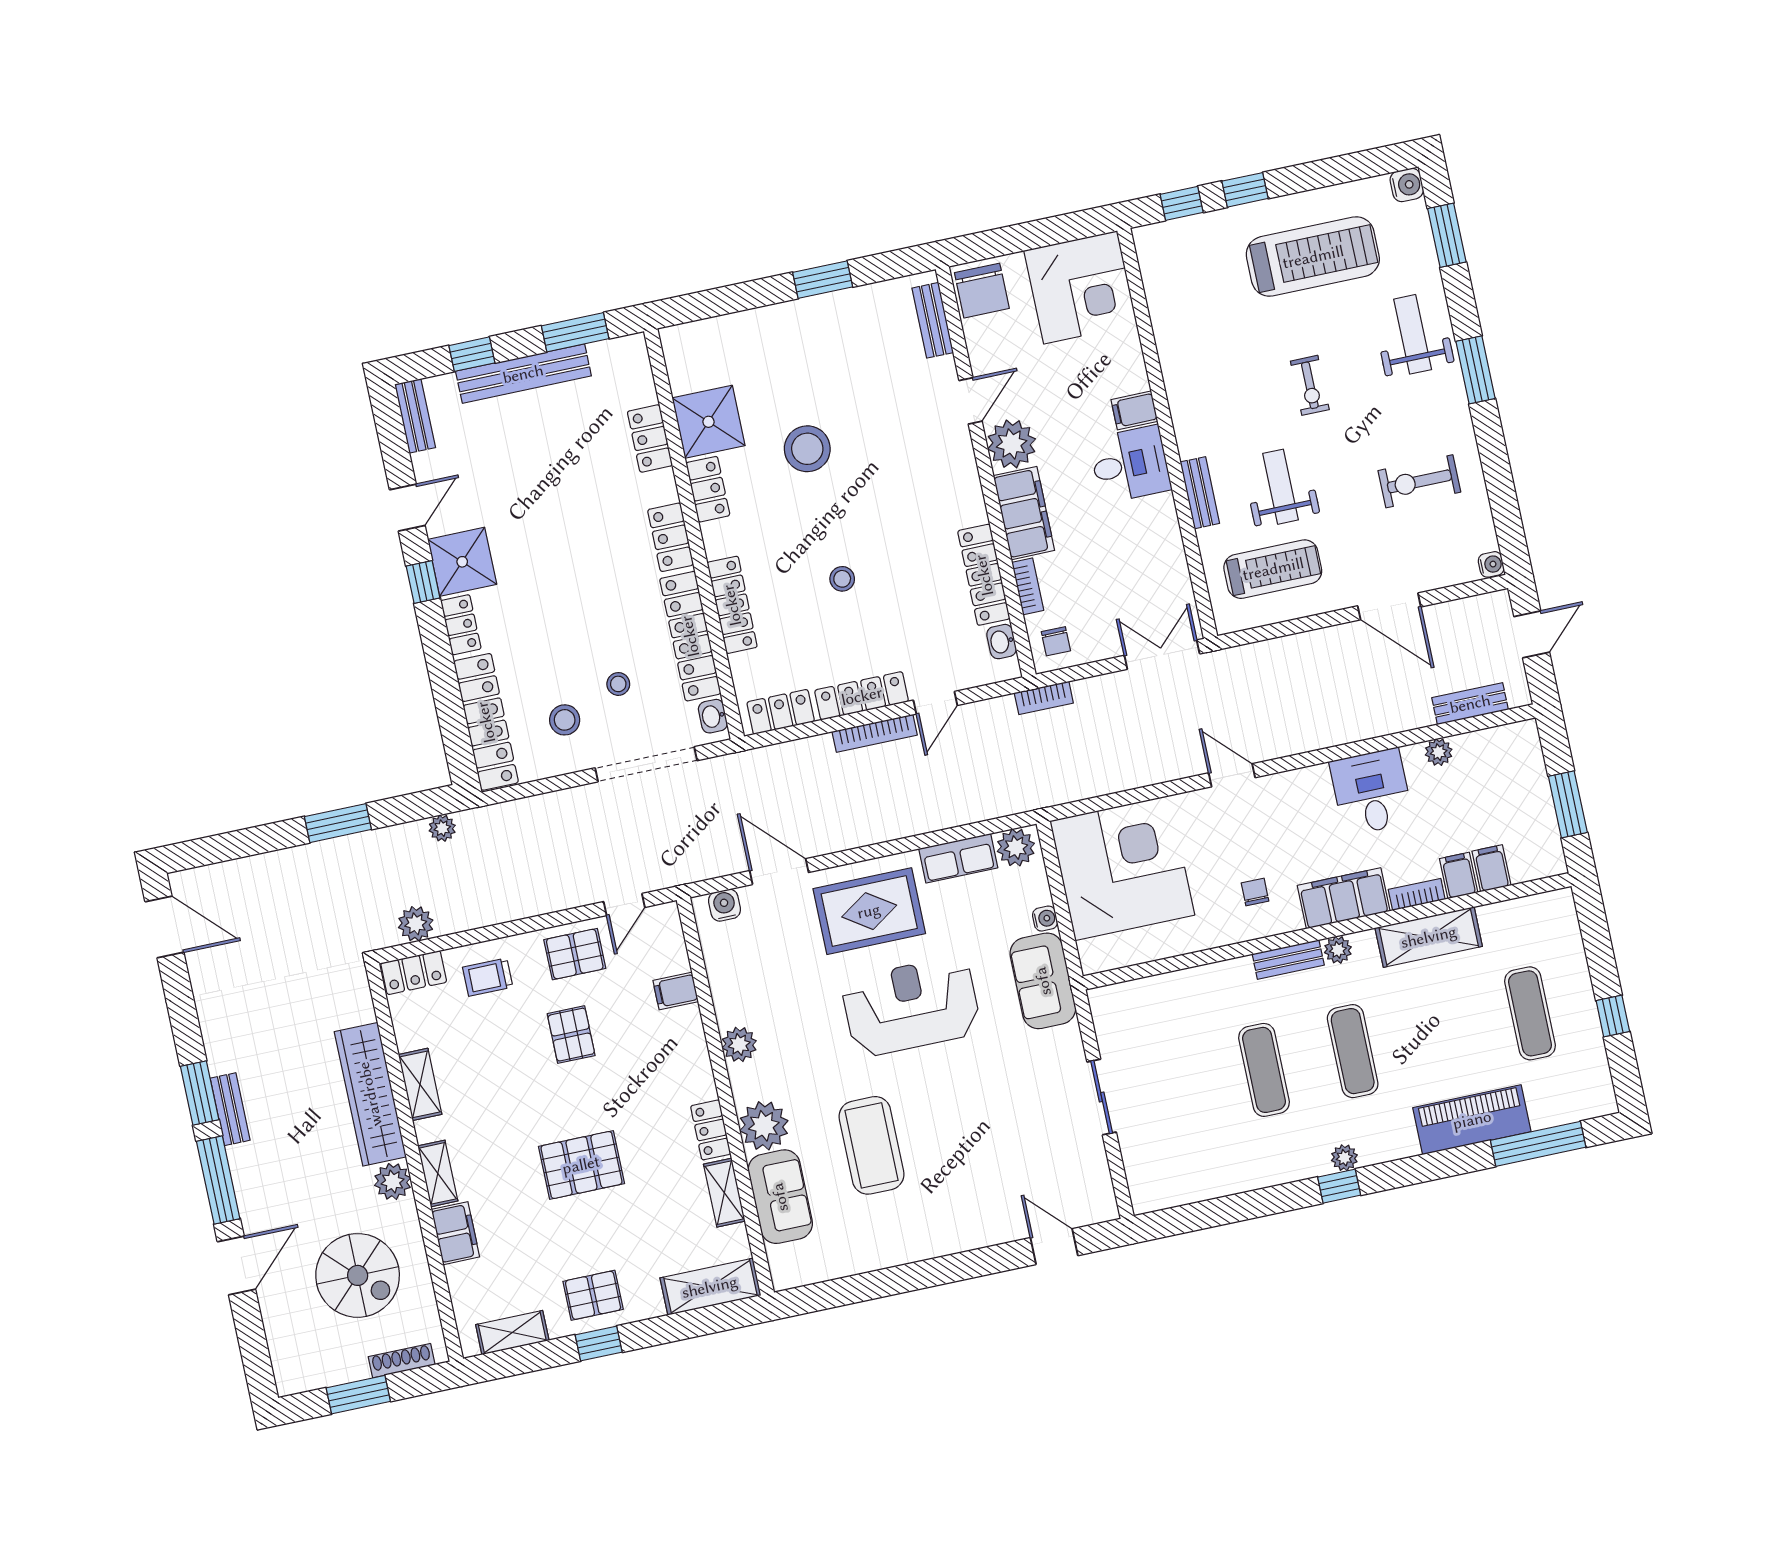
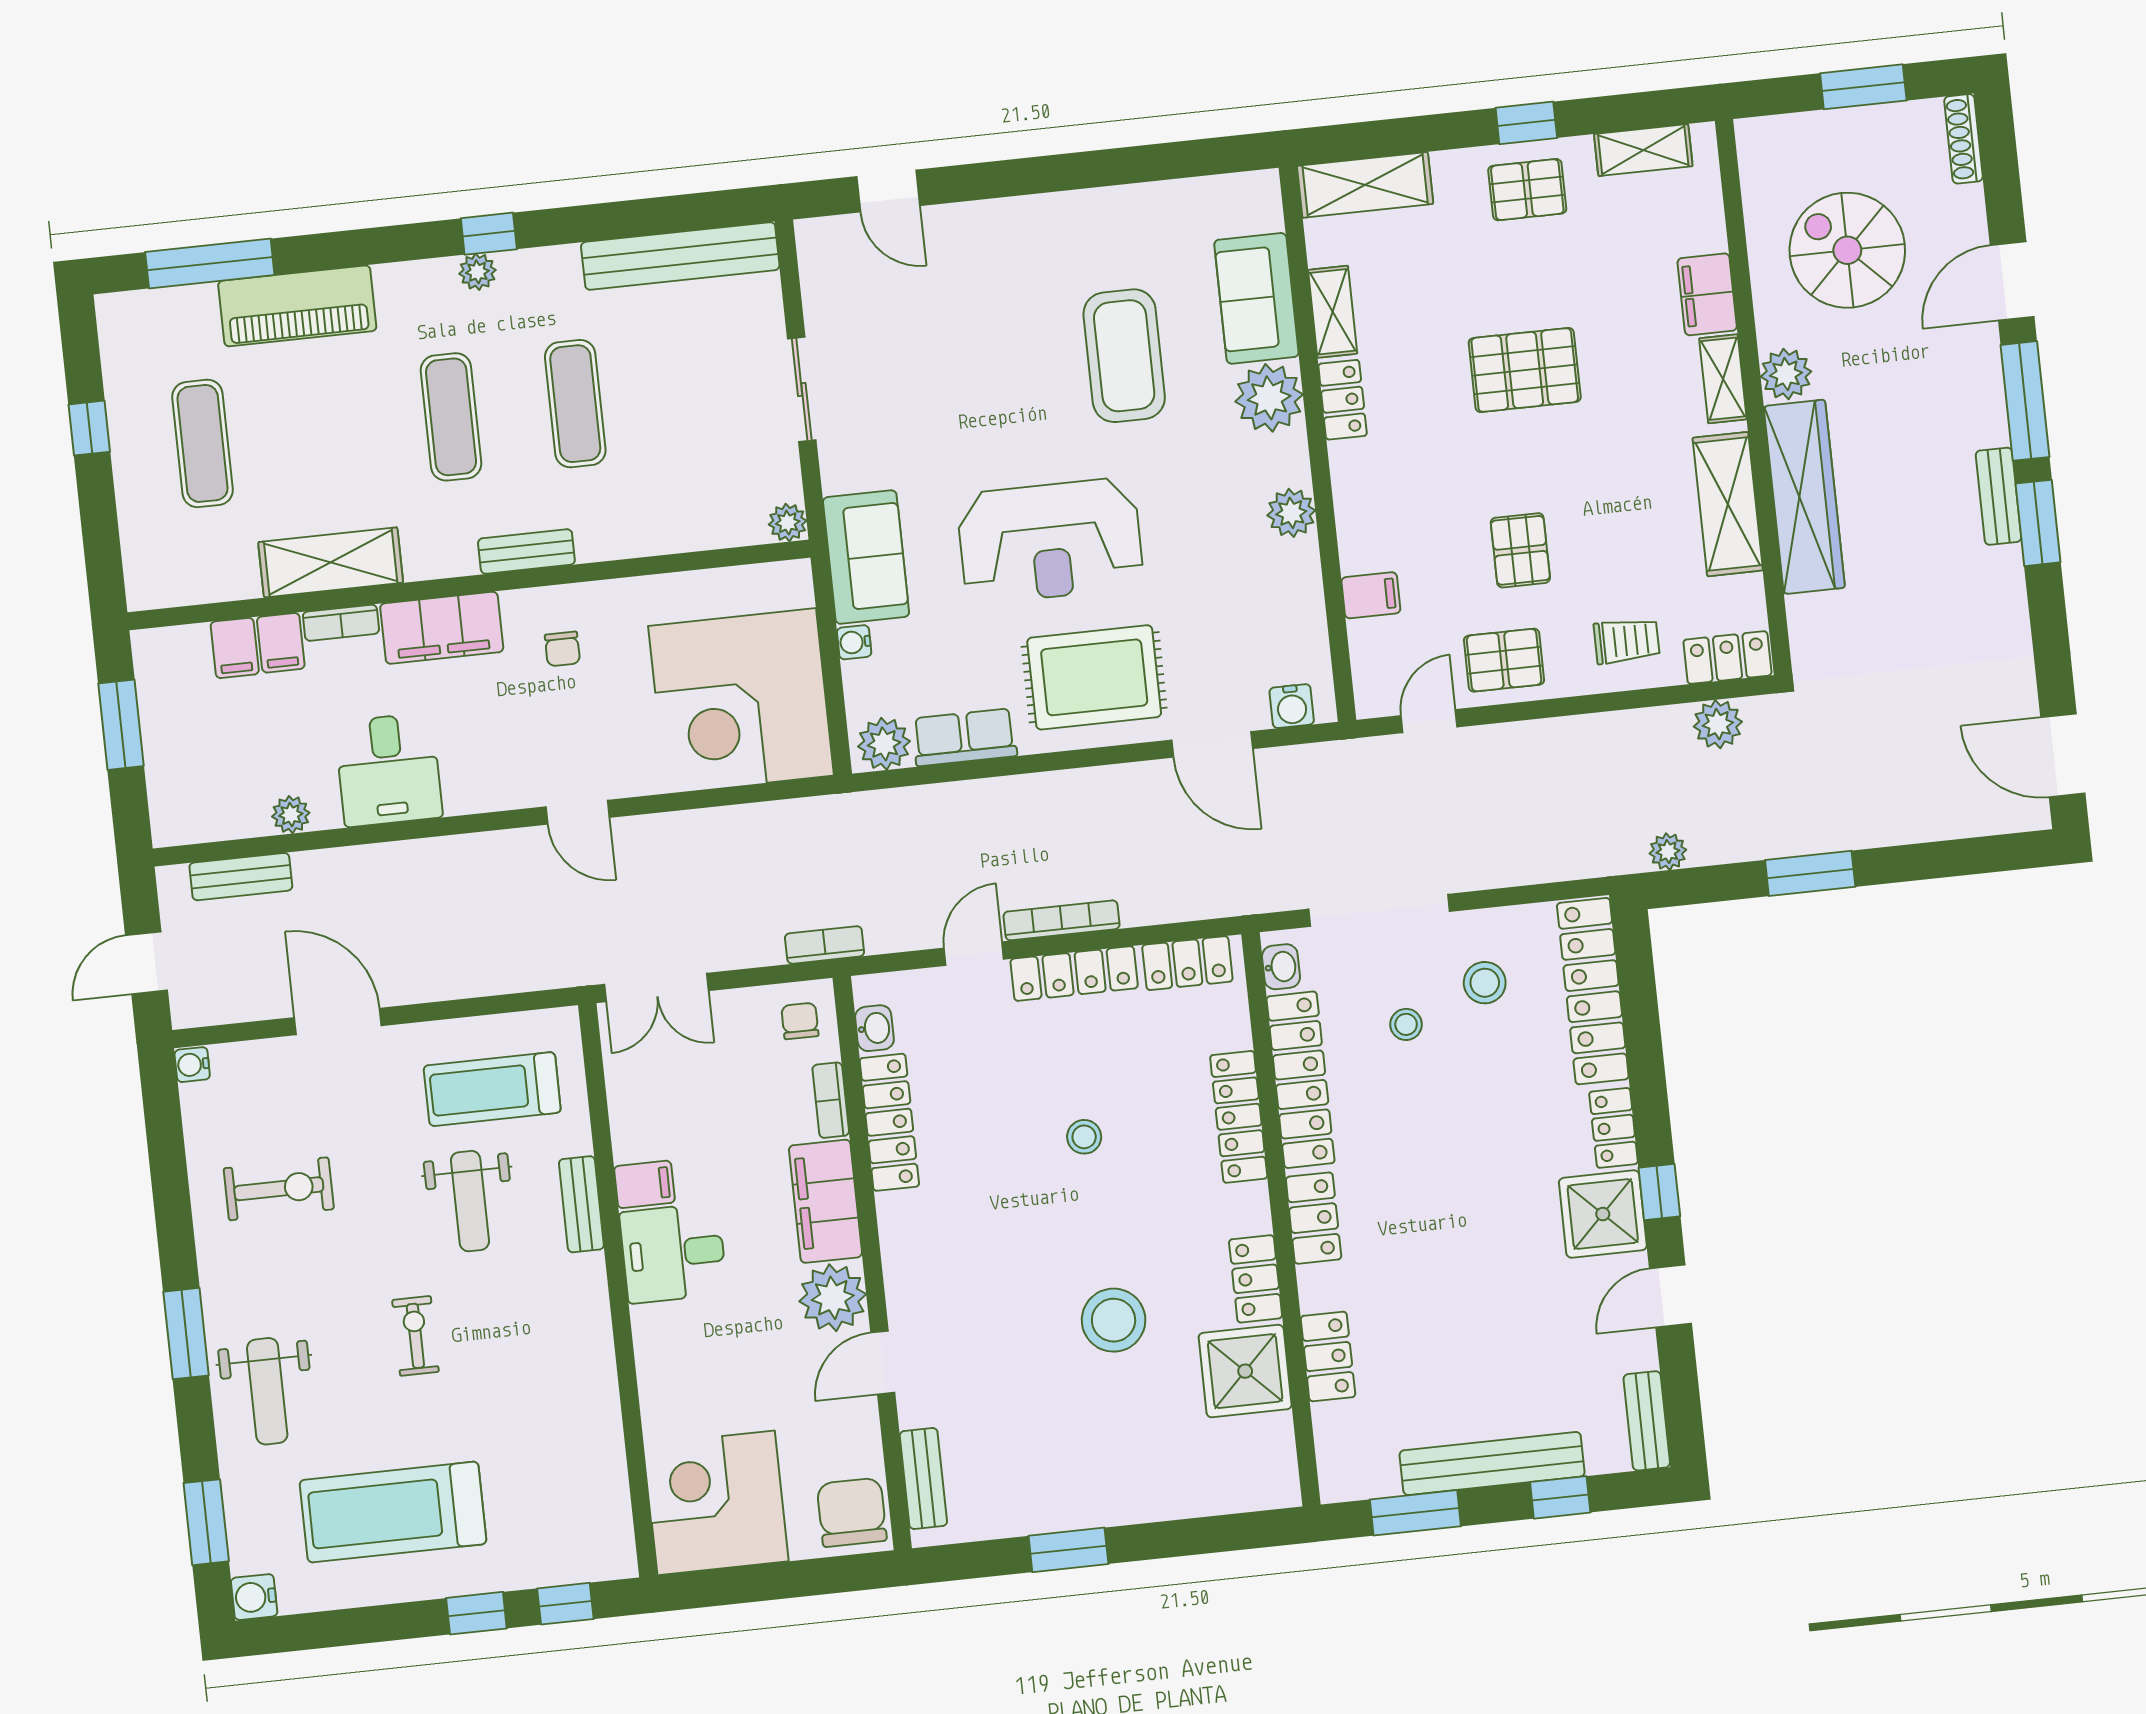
filing cabinet: (1134, 410) -> (644, 1184), moved
plant: (1338, 950) -> (788, 523), moved
shelving: (420, 1084) -> (1728, 504), width x1.50, depth x1.33
bench: (1199, 1184) -> (680, 256), added
shoe rack: (402, 1361) -> (1964, 139), moved, turned 90

